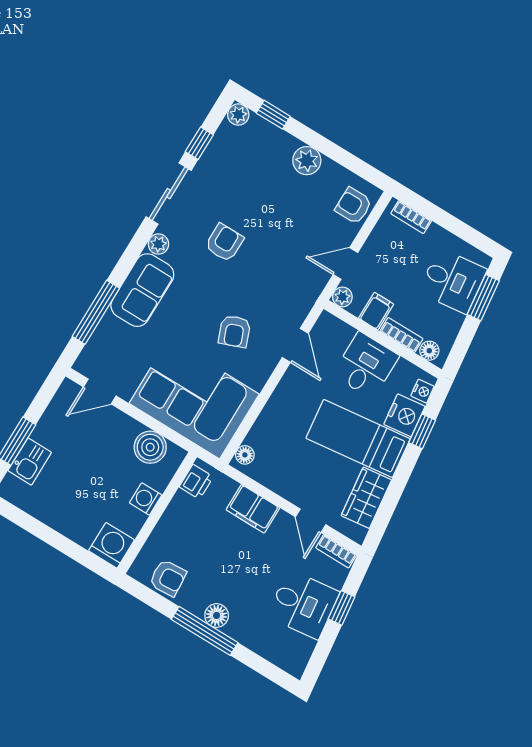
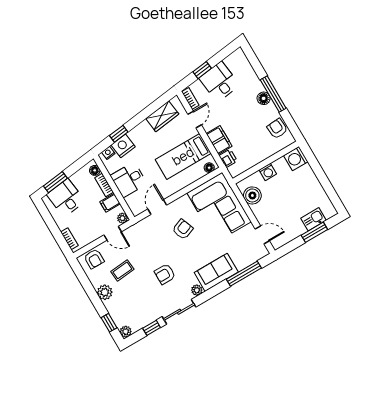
coffee table: (297, 212) -> (122, 270), added
bed: (358, 439) -> (183, 156), moved, turned 97
printer: (196, 482) -> (228, 158), moved, turned 90

